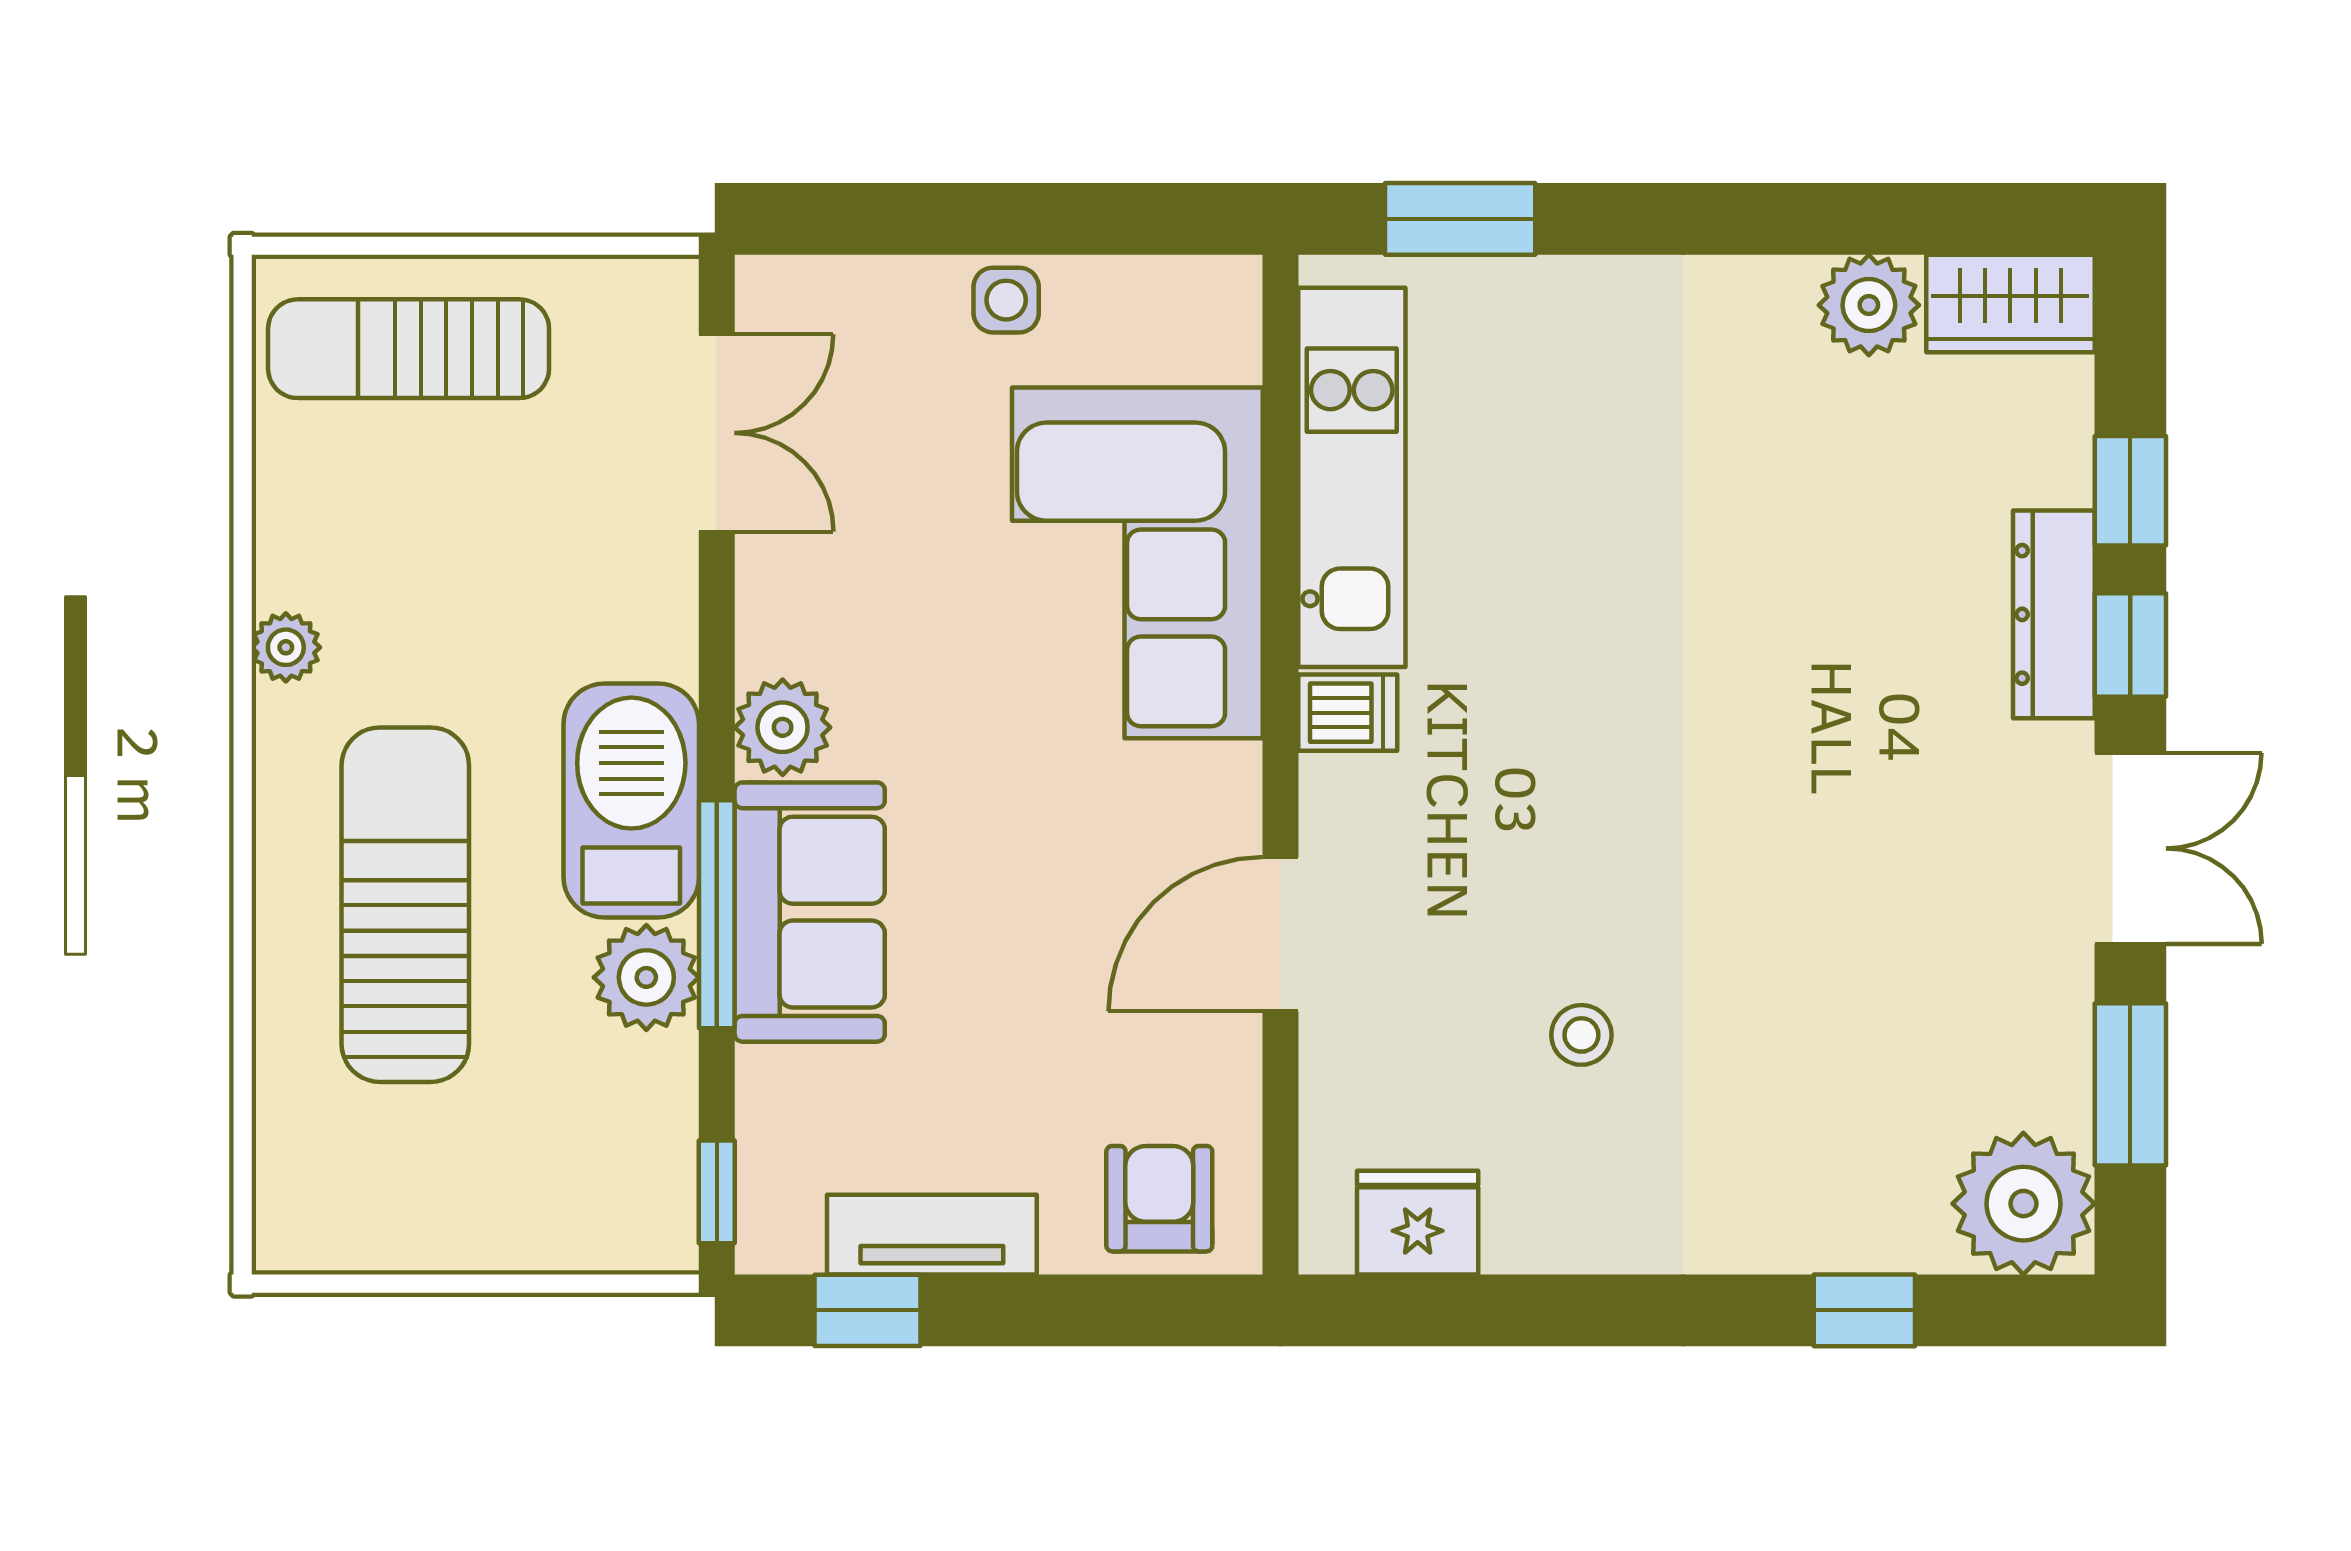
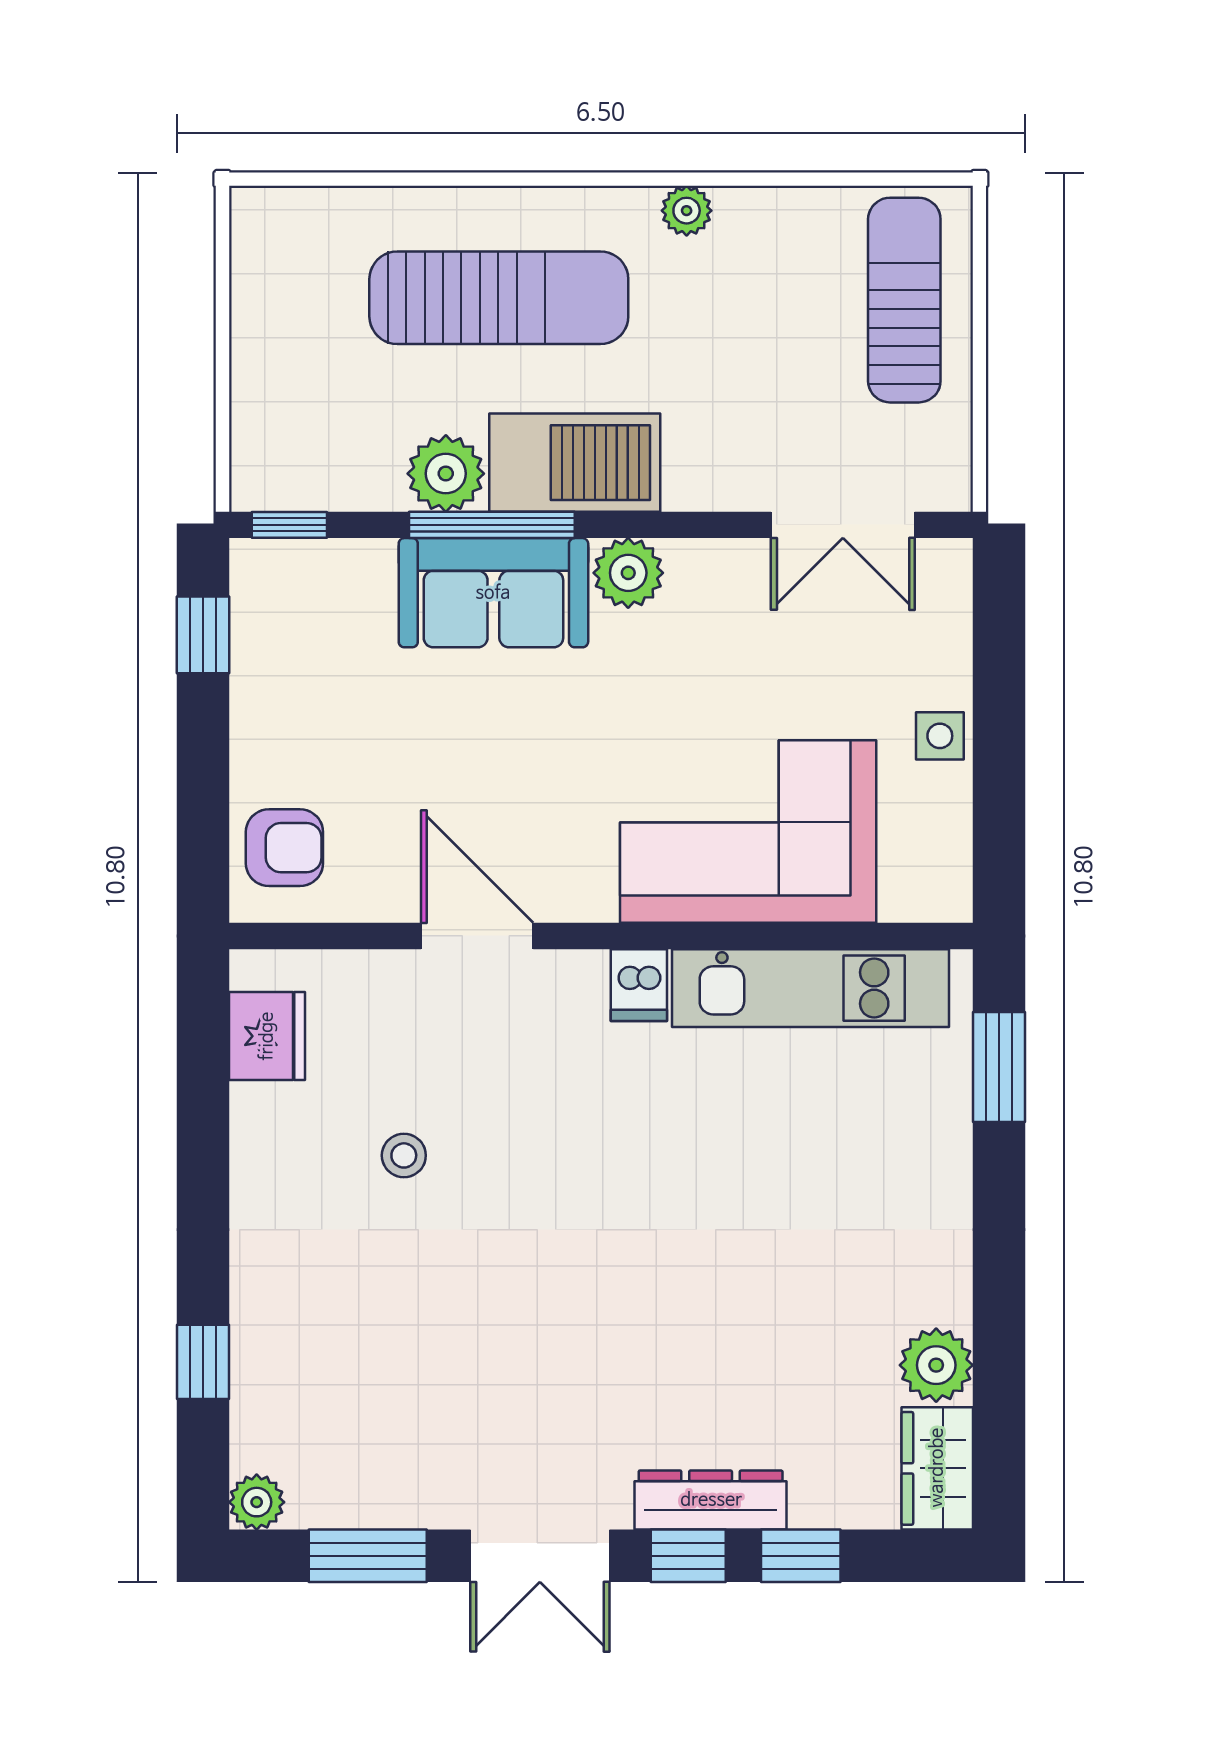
plant: (2023, 1204) -> (257, 1502), width x0.53, depth x0.53
tv unit: (932, 1235) -> (258, 682), removed

